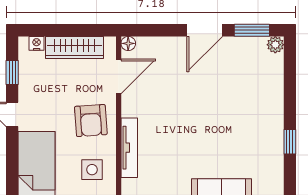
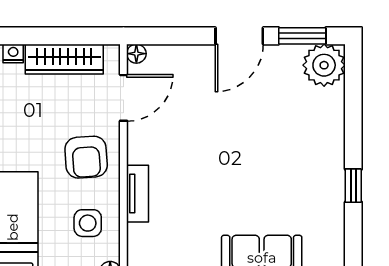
plant: (275, 45) -> (324, 65), width x1.87, depth x1.87
tv unit: (129, 148) -> (138, 194), width x0.71

